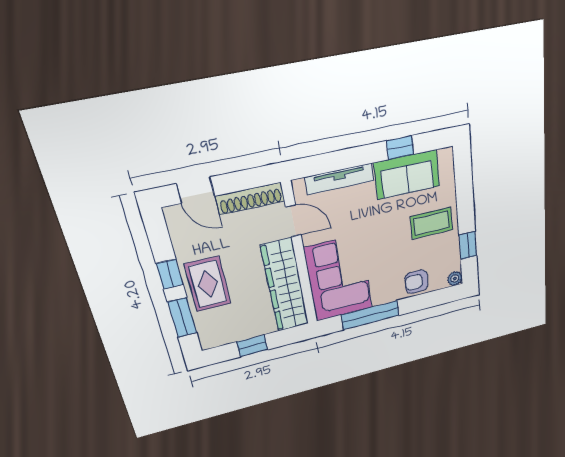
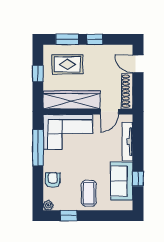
door: (196, 190) -> (138, 64), hinge flipped
rug: (208, 284) -> (67, 64), moved

